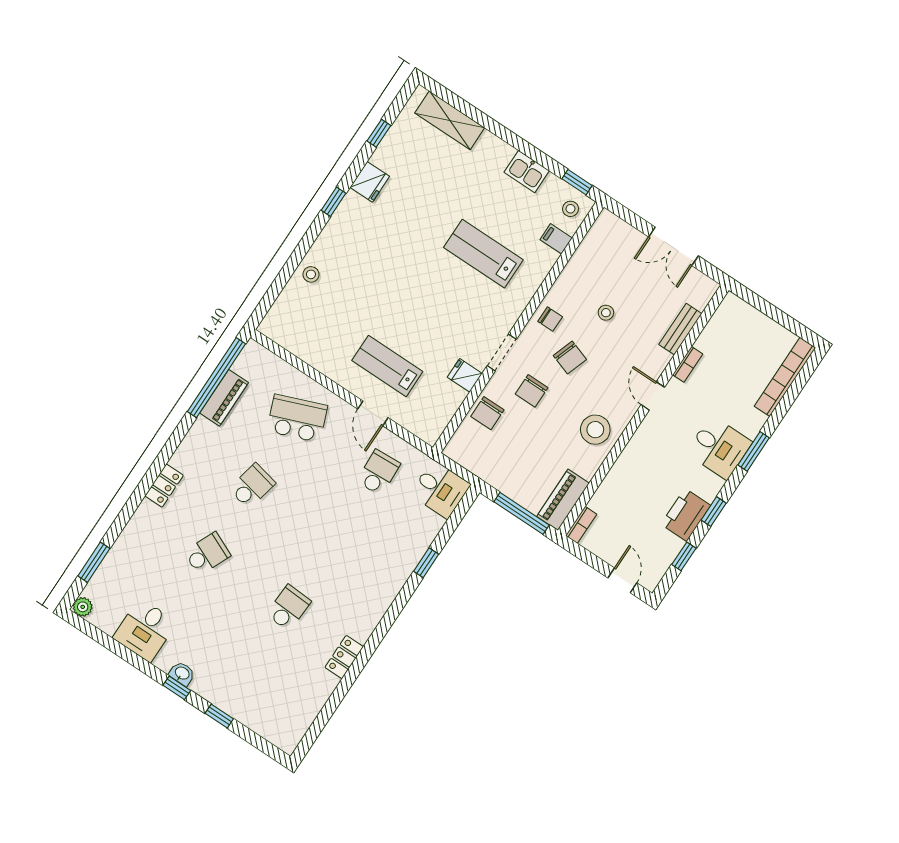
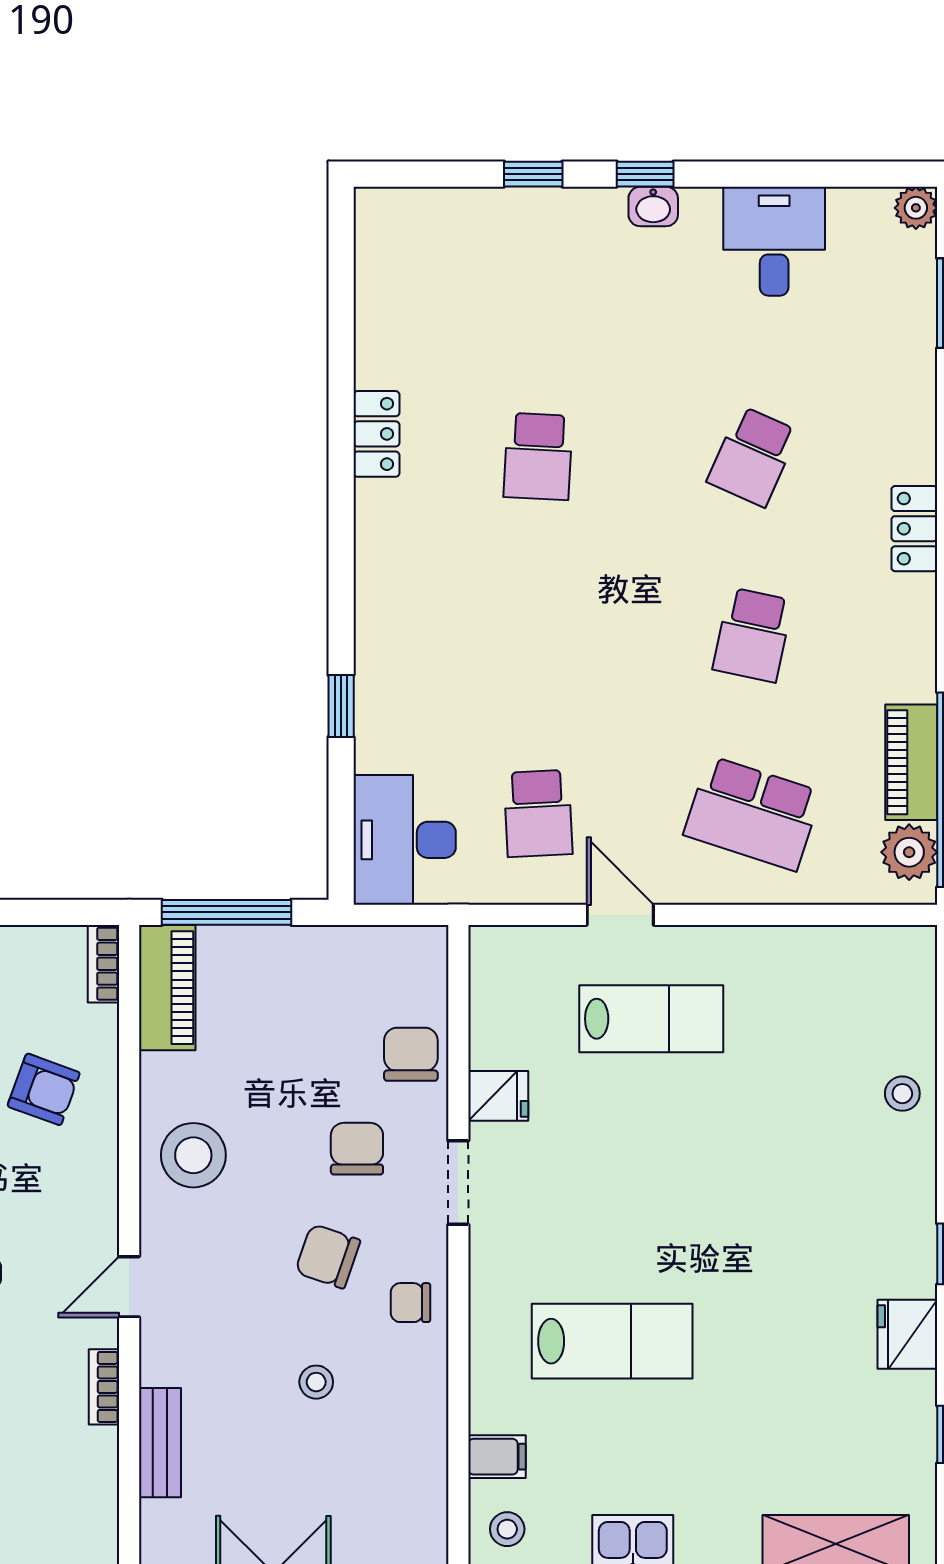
plant: (248, 364) -> (909, 852), added
door: (653, 396) -> (129, 1287), swing flipped
school desk: (297, 418) -> (753, 813), turned 39
desk: (440, 489) -> (405, 840), width x1.37
armchair: (635, 492) -> (44, 1089), added

